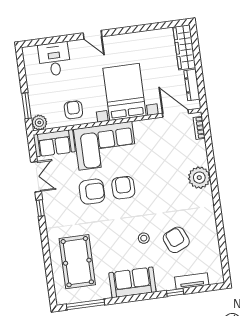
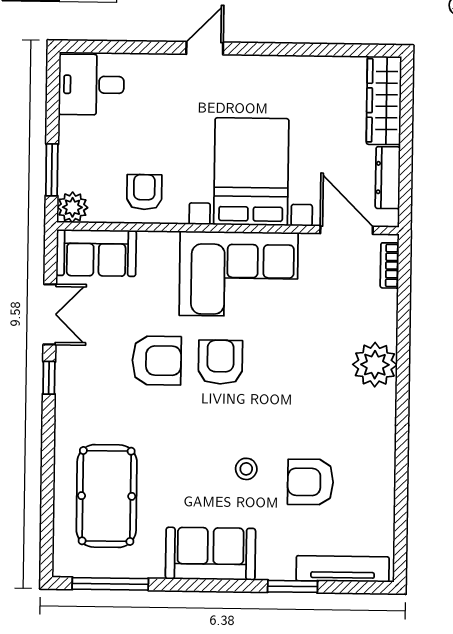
door: (93, 35) -> (205, 48), swing flipped
desk: (54, 59) -> (91, 85), moved, turned -90
corner sofa: (105, 146) -> (239, 274), moved
armchair: (176, 240) -> (310, 482), turned -67
tv unit: (192, 281) -> (343, 569), width x1.41
window: (175, 292) -> (293, 586), width x1.50

